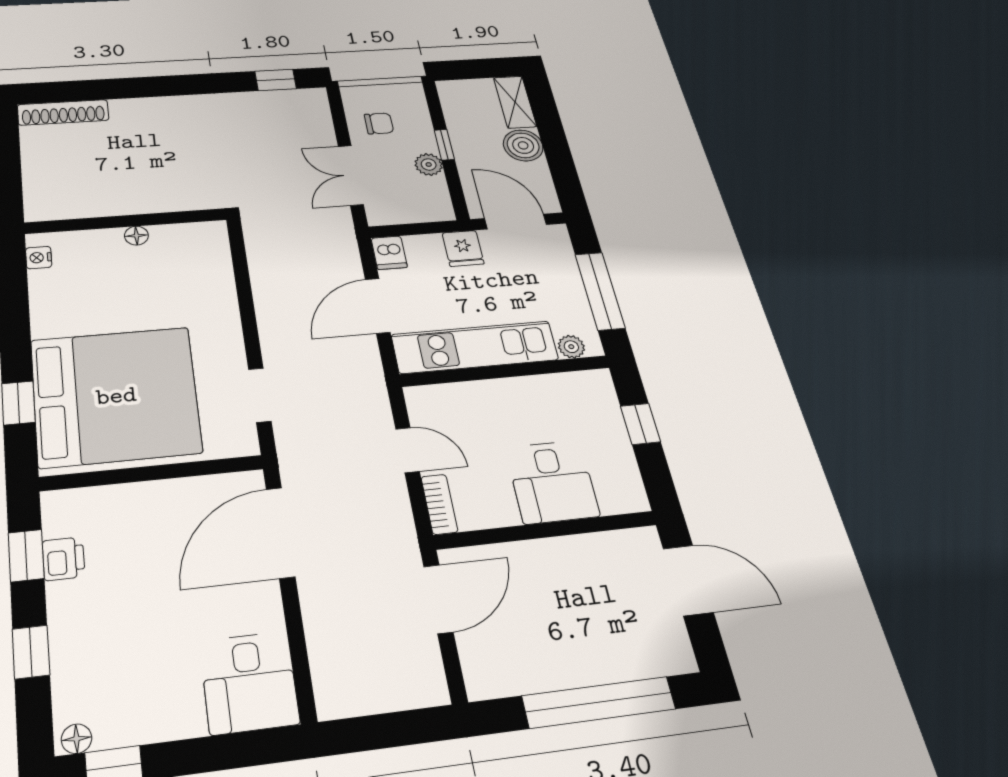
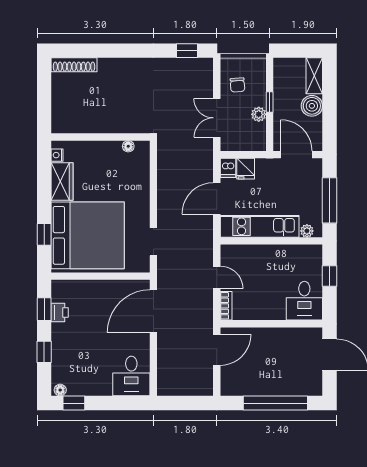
chair: (379, 123) -> (237, 85), turned 86
floor lamp: (136, 236) -> (128, 146), moved
fridge: (463, 248) -> (246, 169), moved
wardrobe: (52, 302) -> (62, 182), added
desk: (552, 482) -> (304, 301), moved

